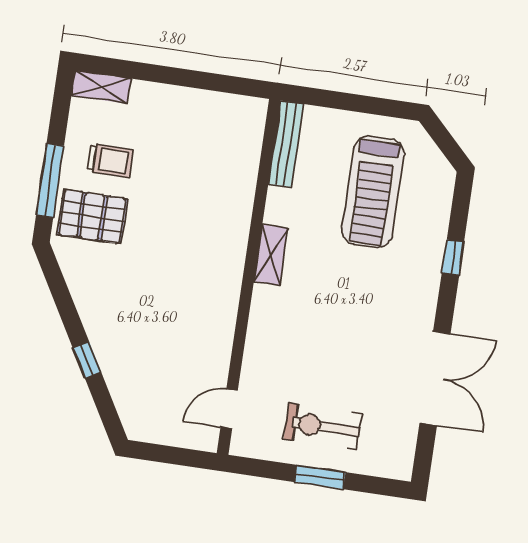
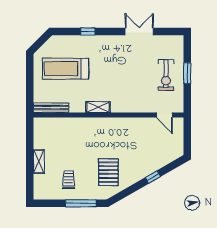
shelving: (101, 87) -> (39, 162), moved
treadmill: (373, 192) -> (66, 69), turned 180
pallet: (92, 217) -> (108, 172), moved
double door: (435, 378) -> (139, 31), width x0.73

